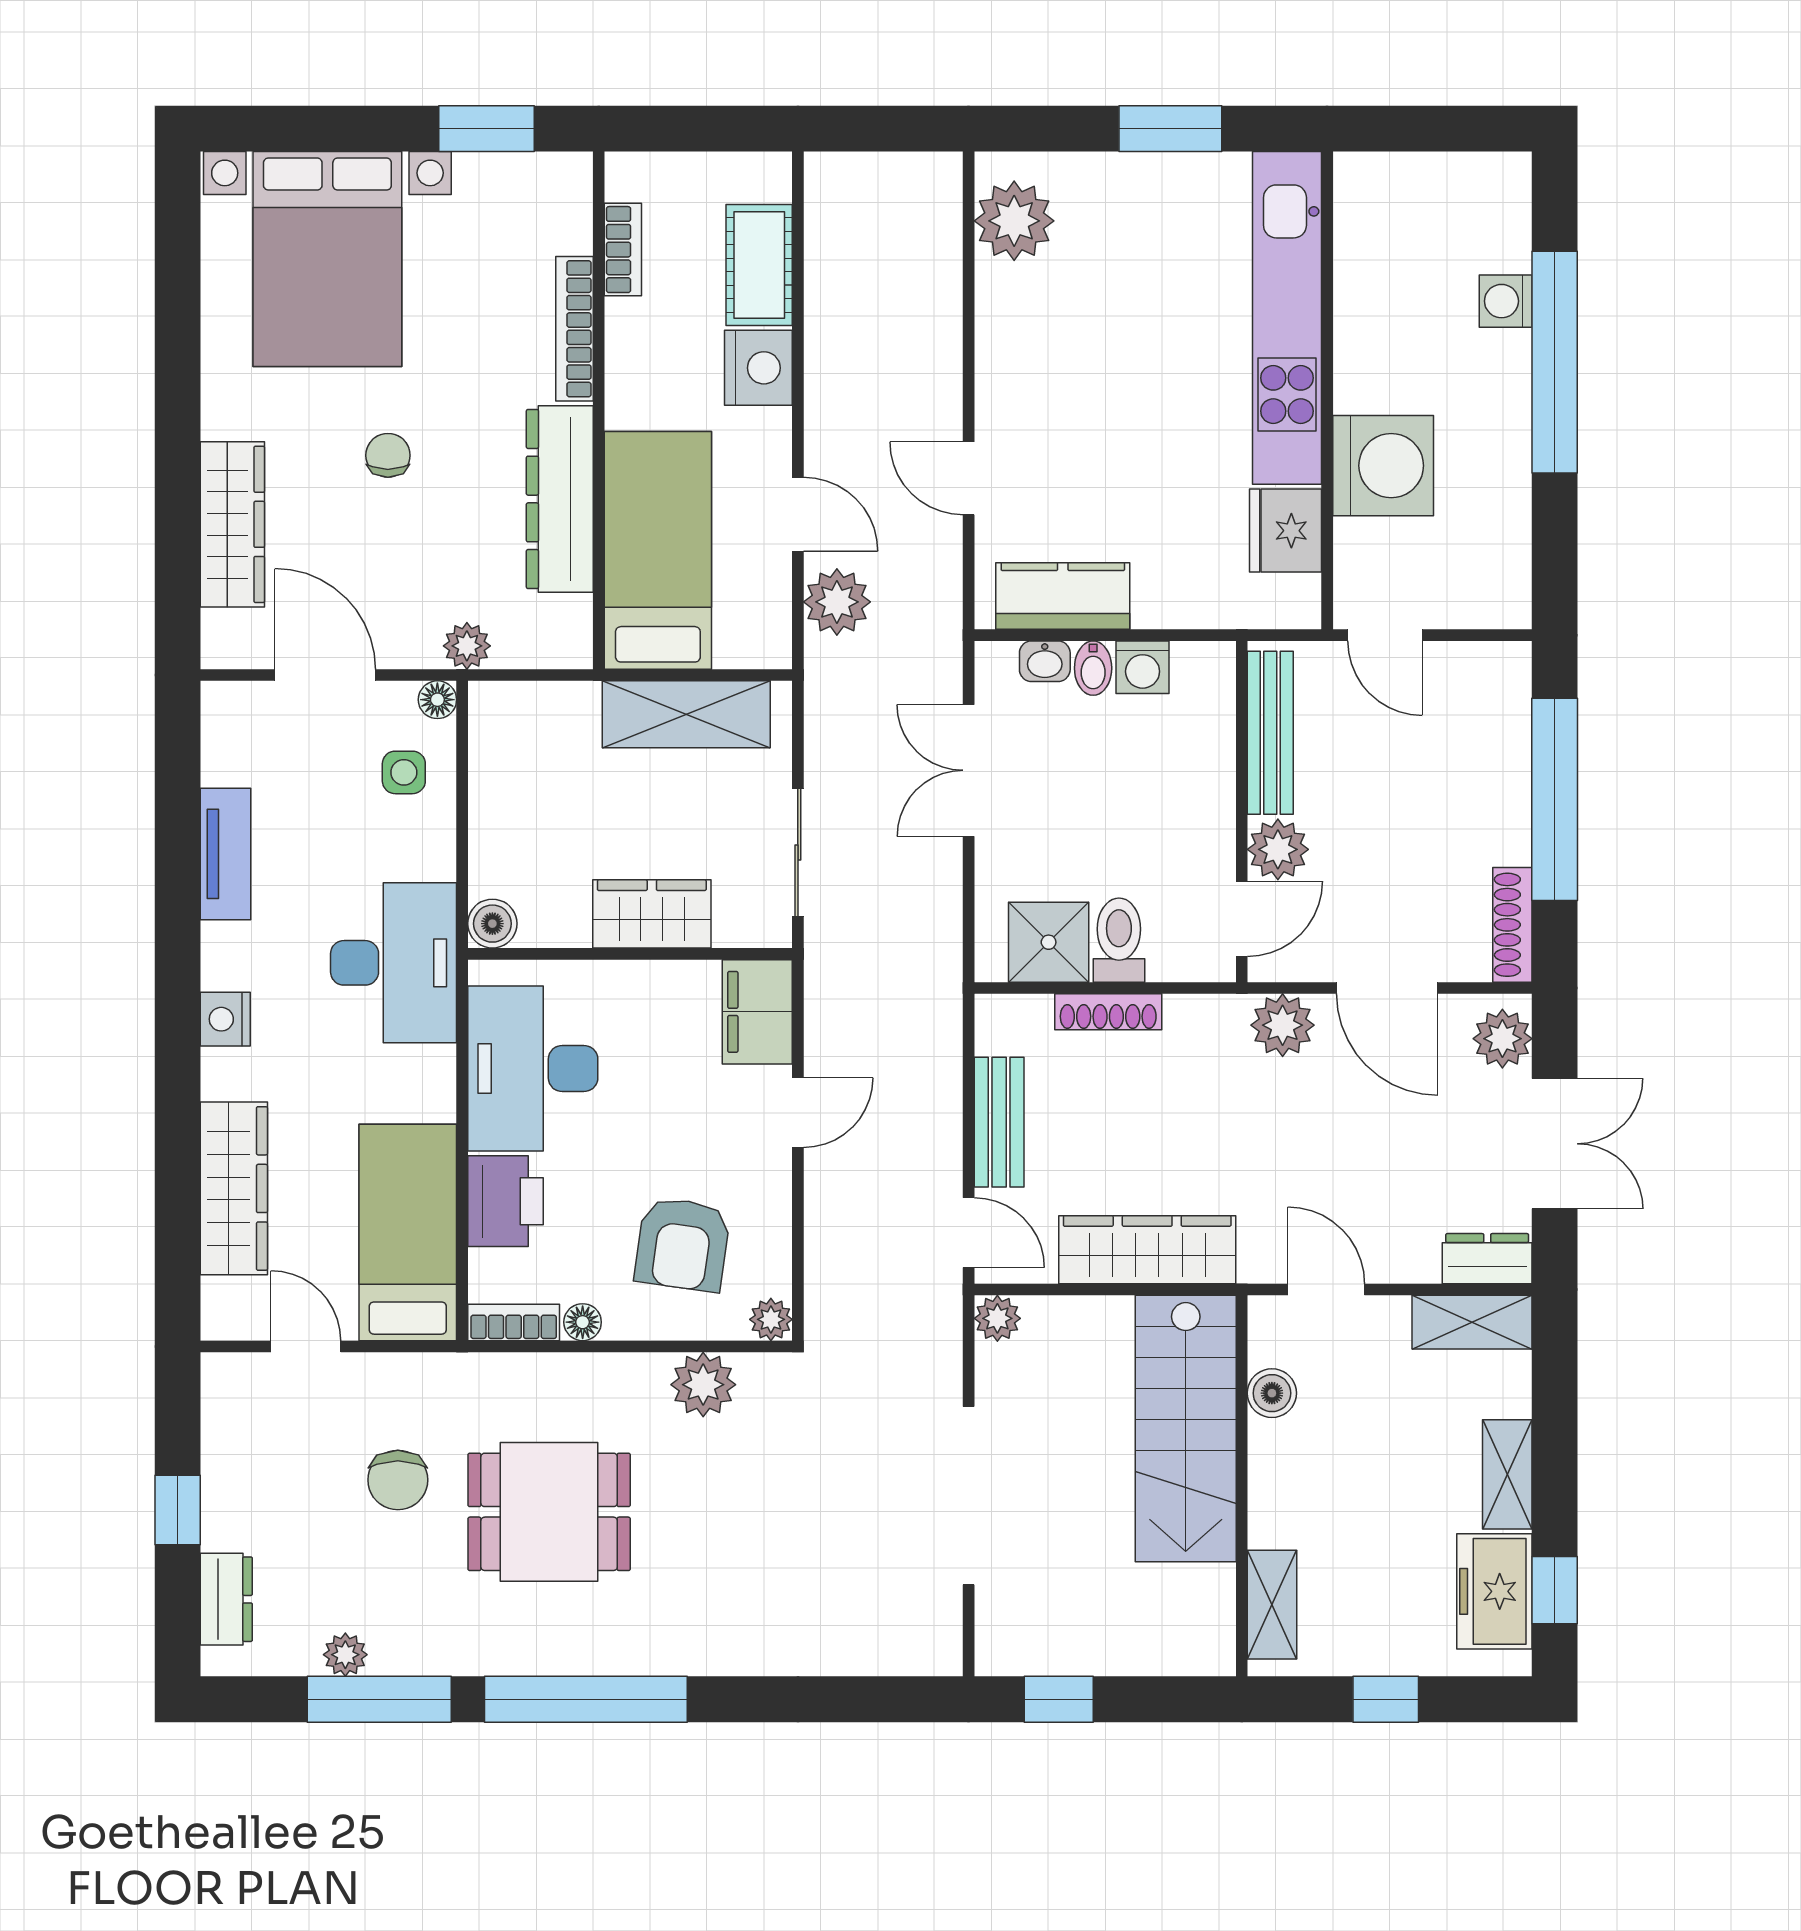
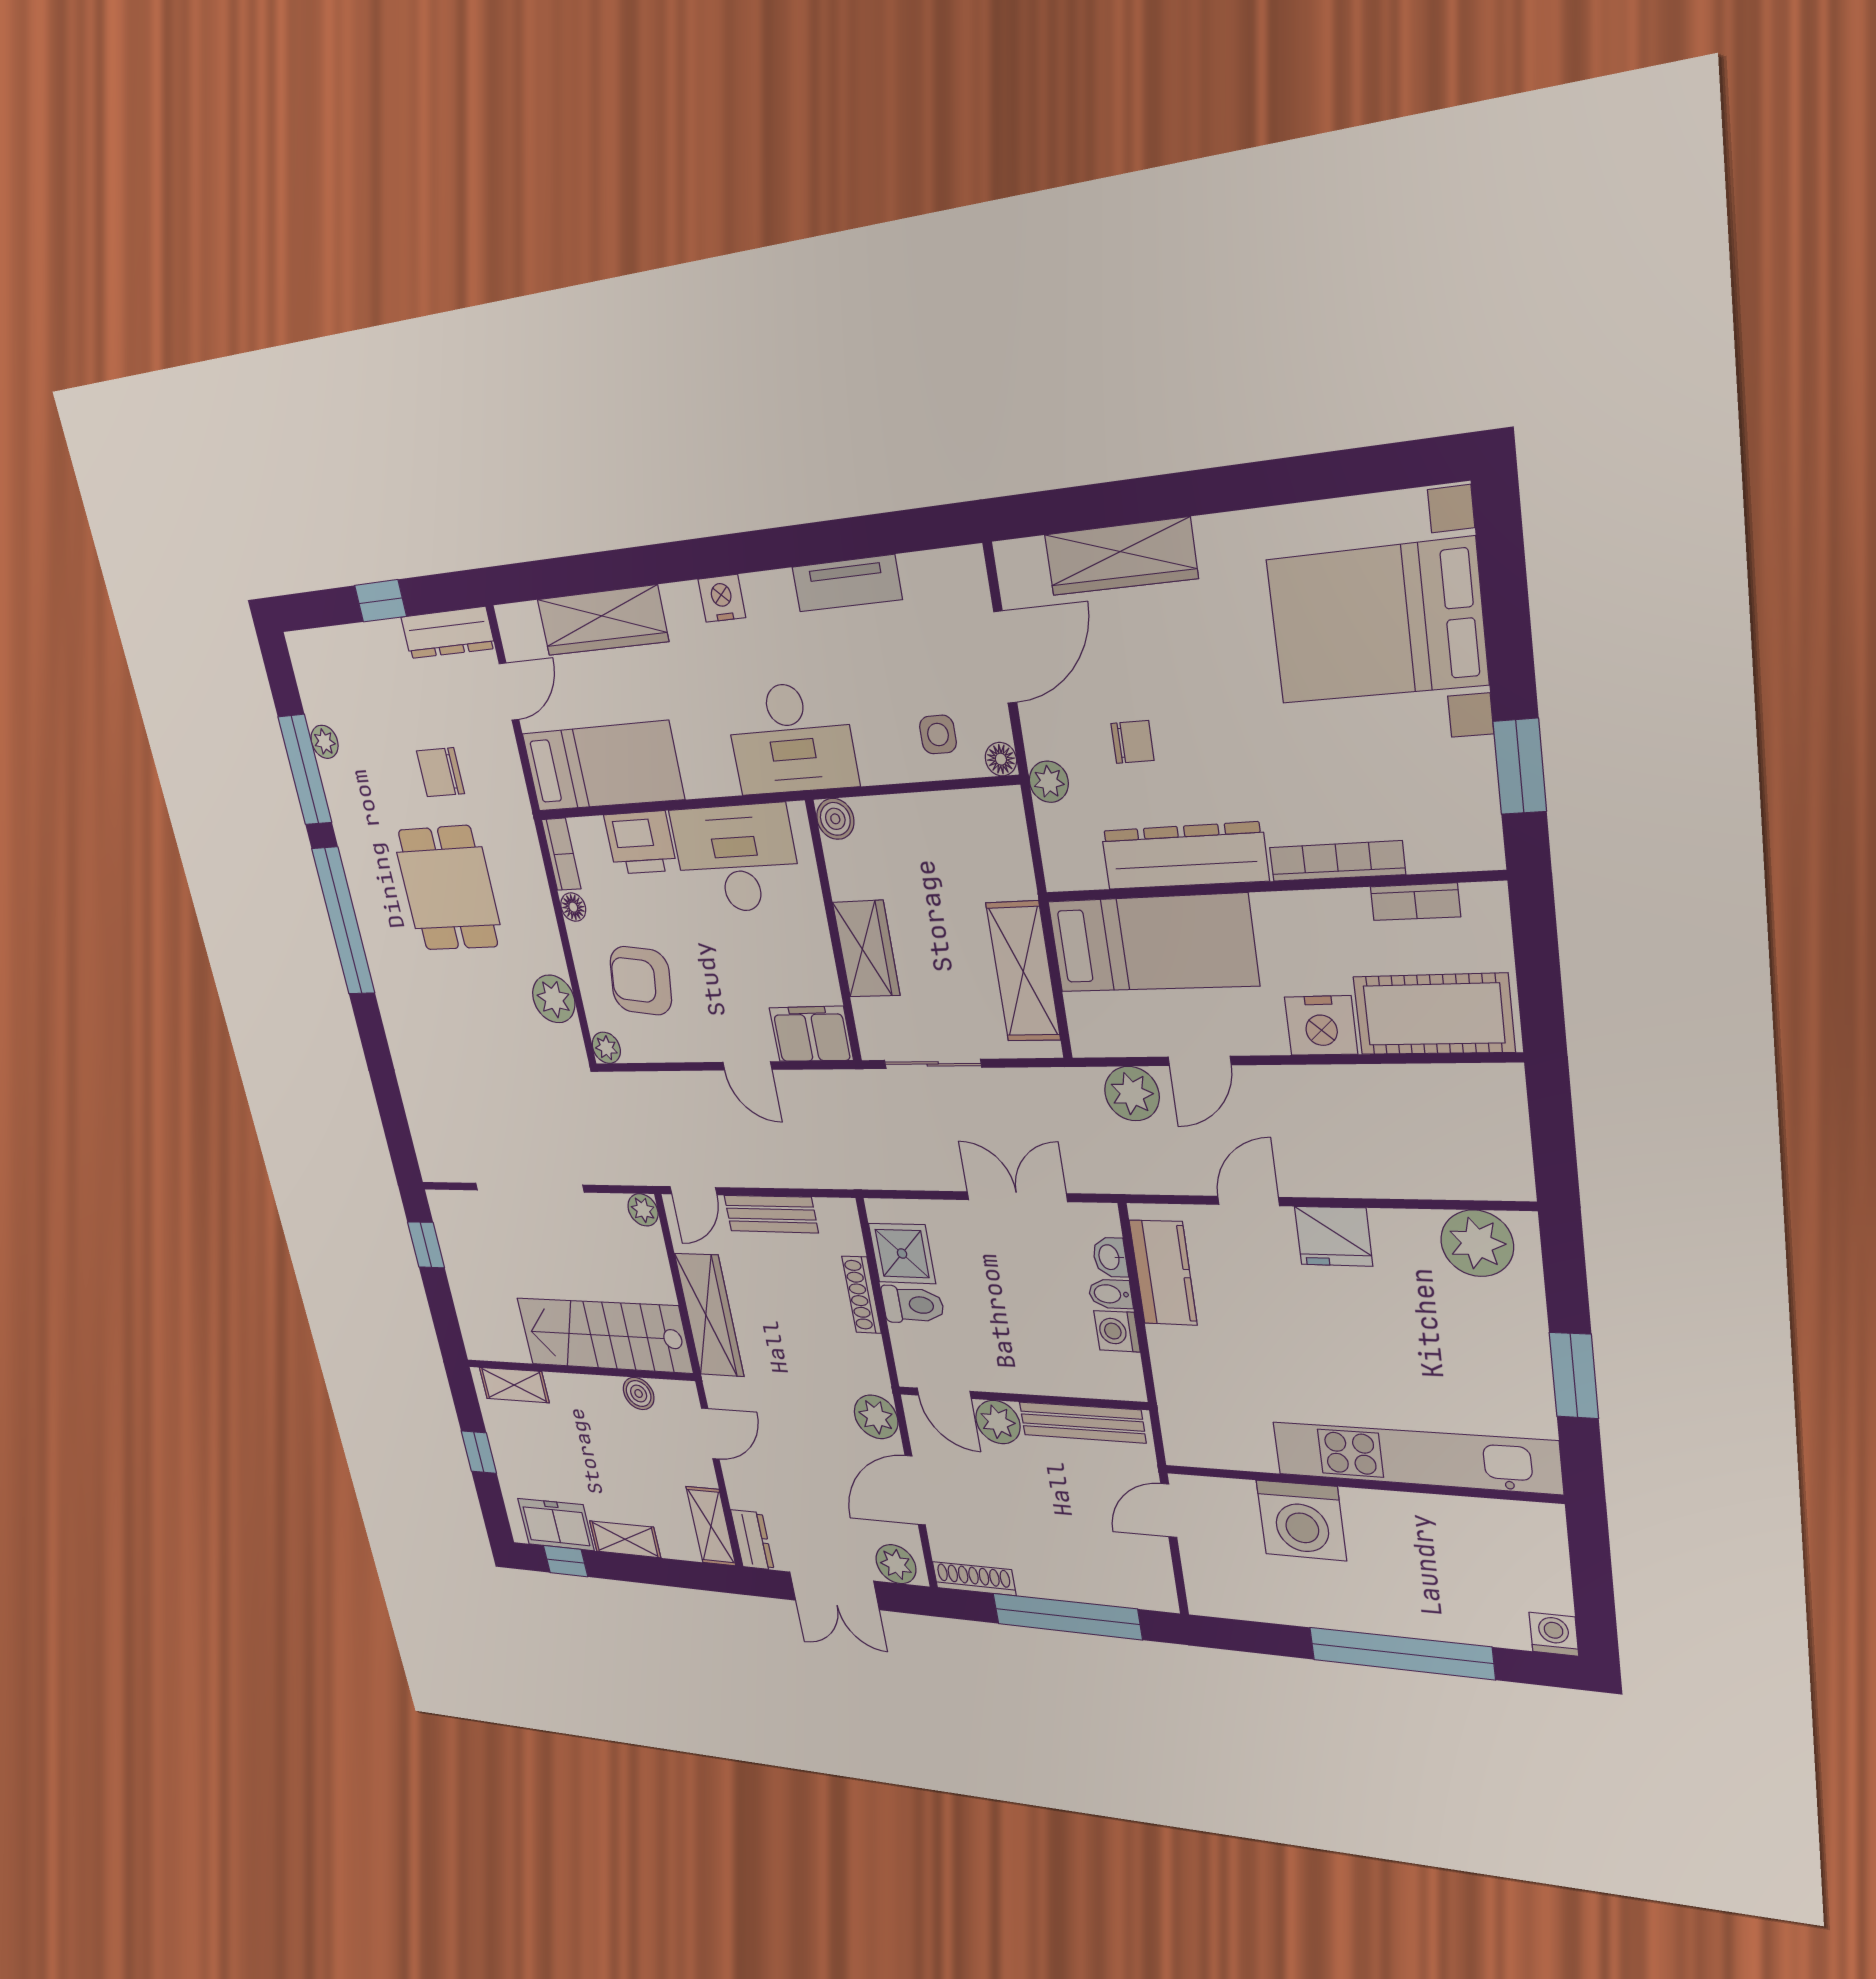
cot: (759, 265) -> (1434, 1014), width x1.37, depth x1.34
washing machine: (1506, 301) -> (1554, 1634), moved
chair: (388, 455) -> (1133, 742), moved
fridge: (1286, 531) -> (1333, 1236), moved, turned 180
dresser: (226, 1599) -> (448, 633), moved, width x1.44

